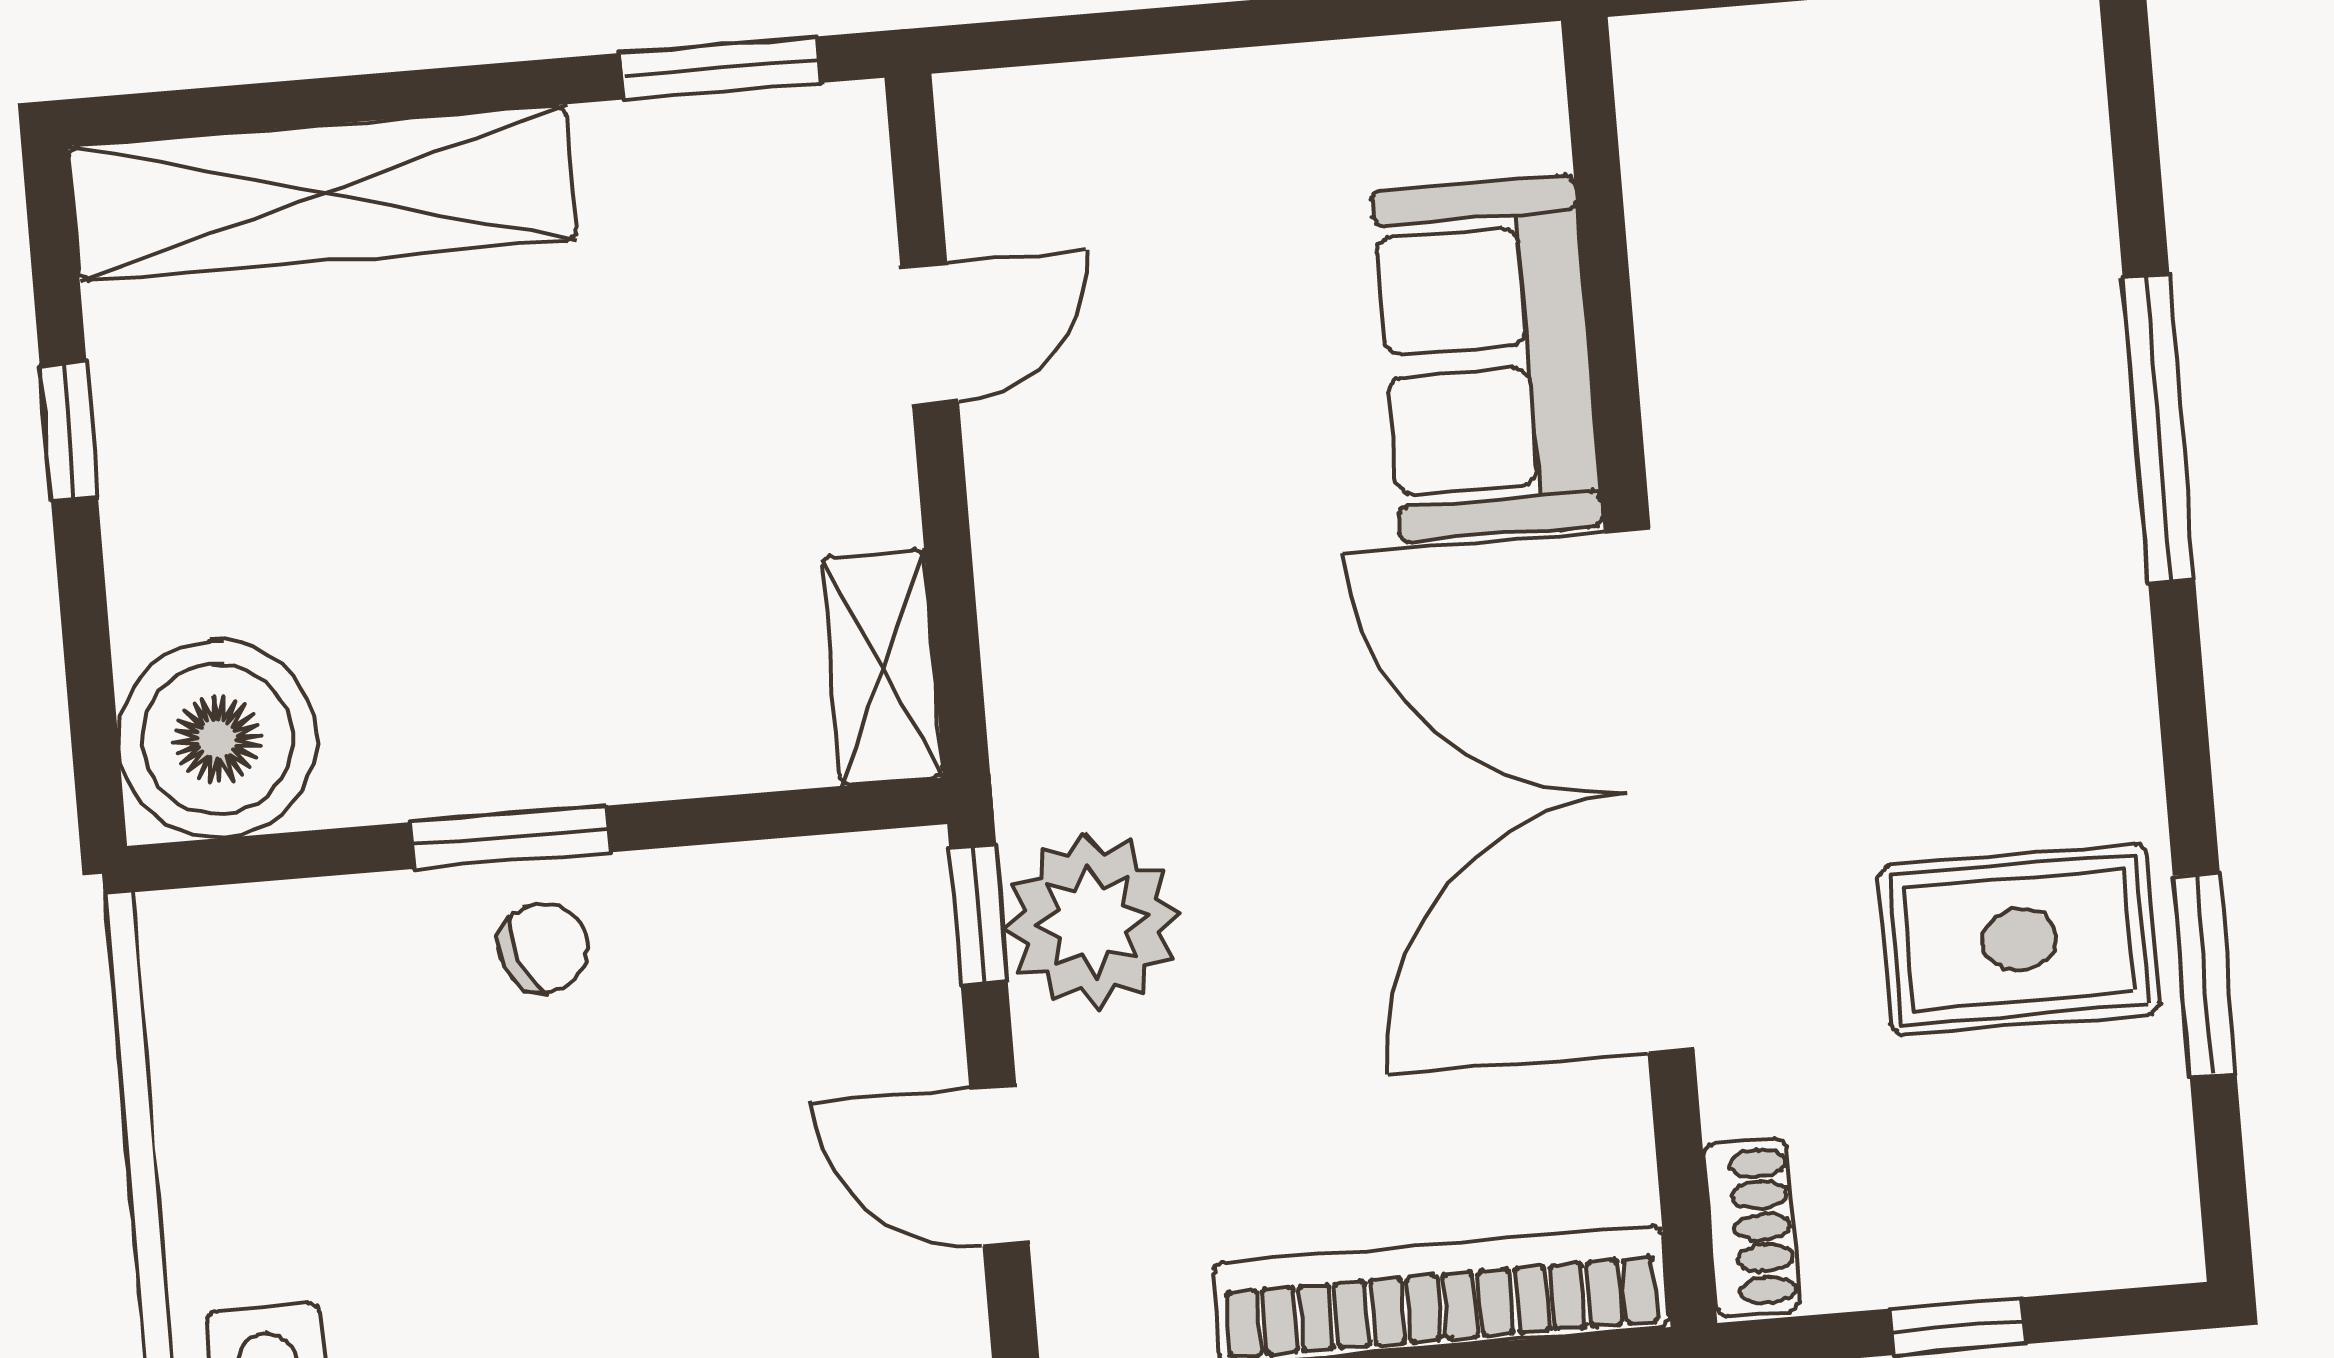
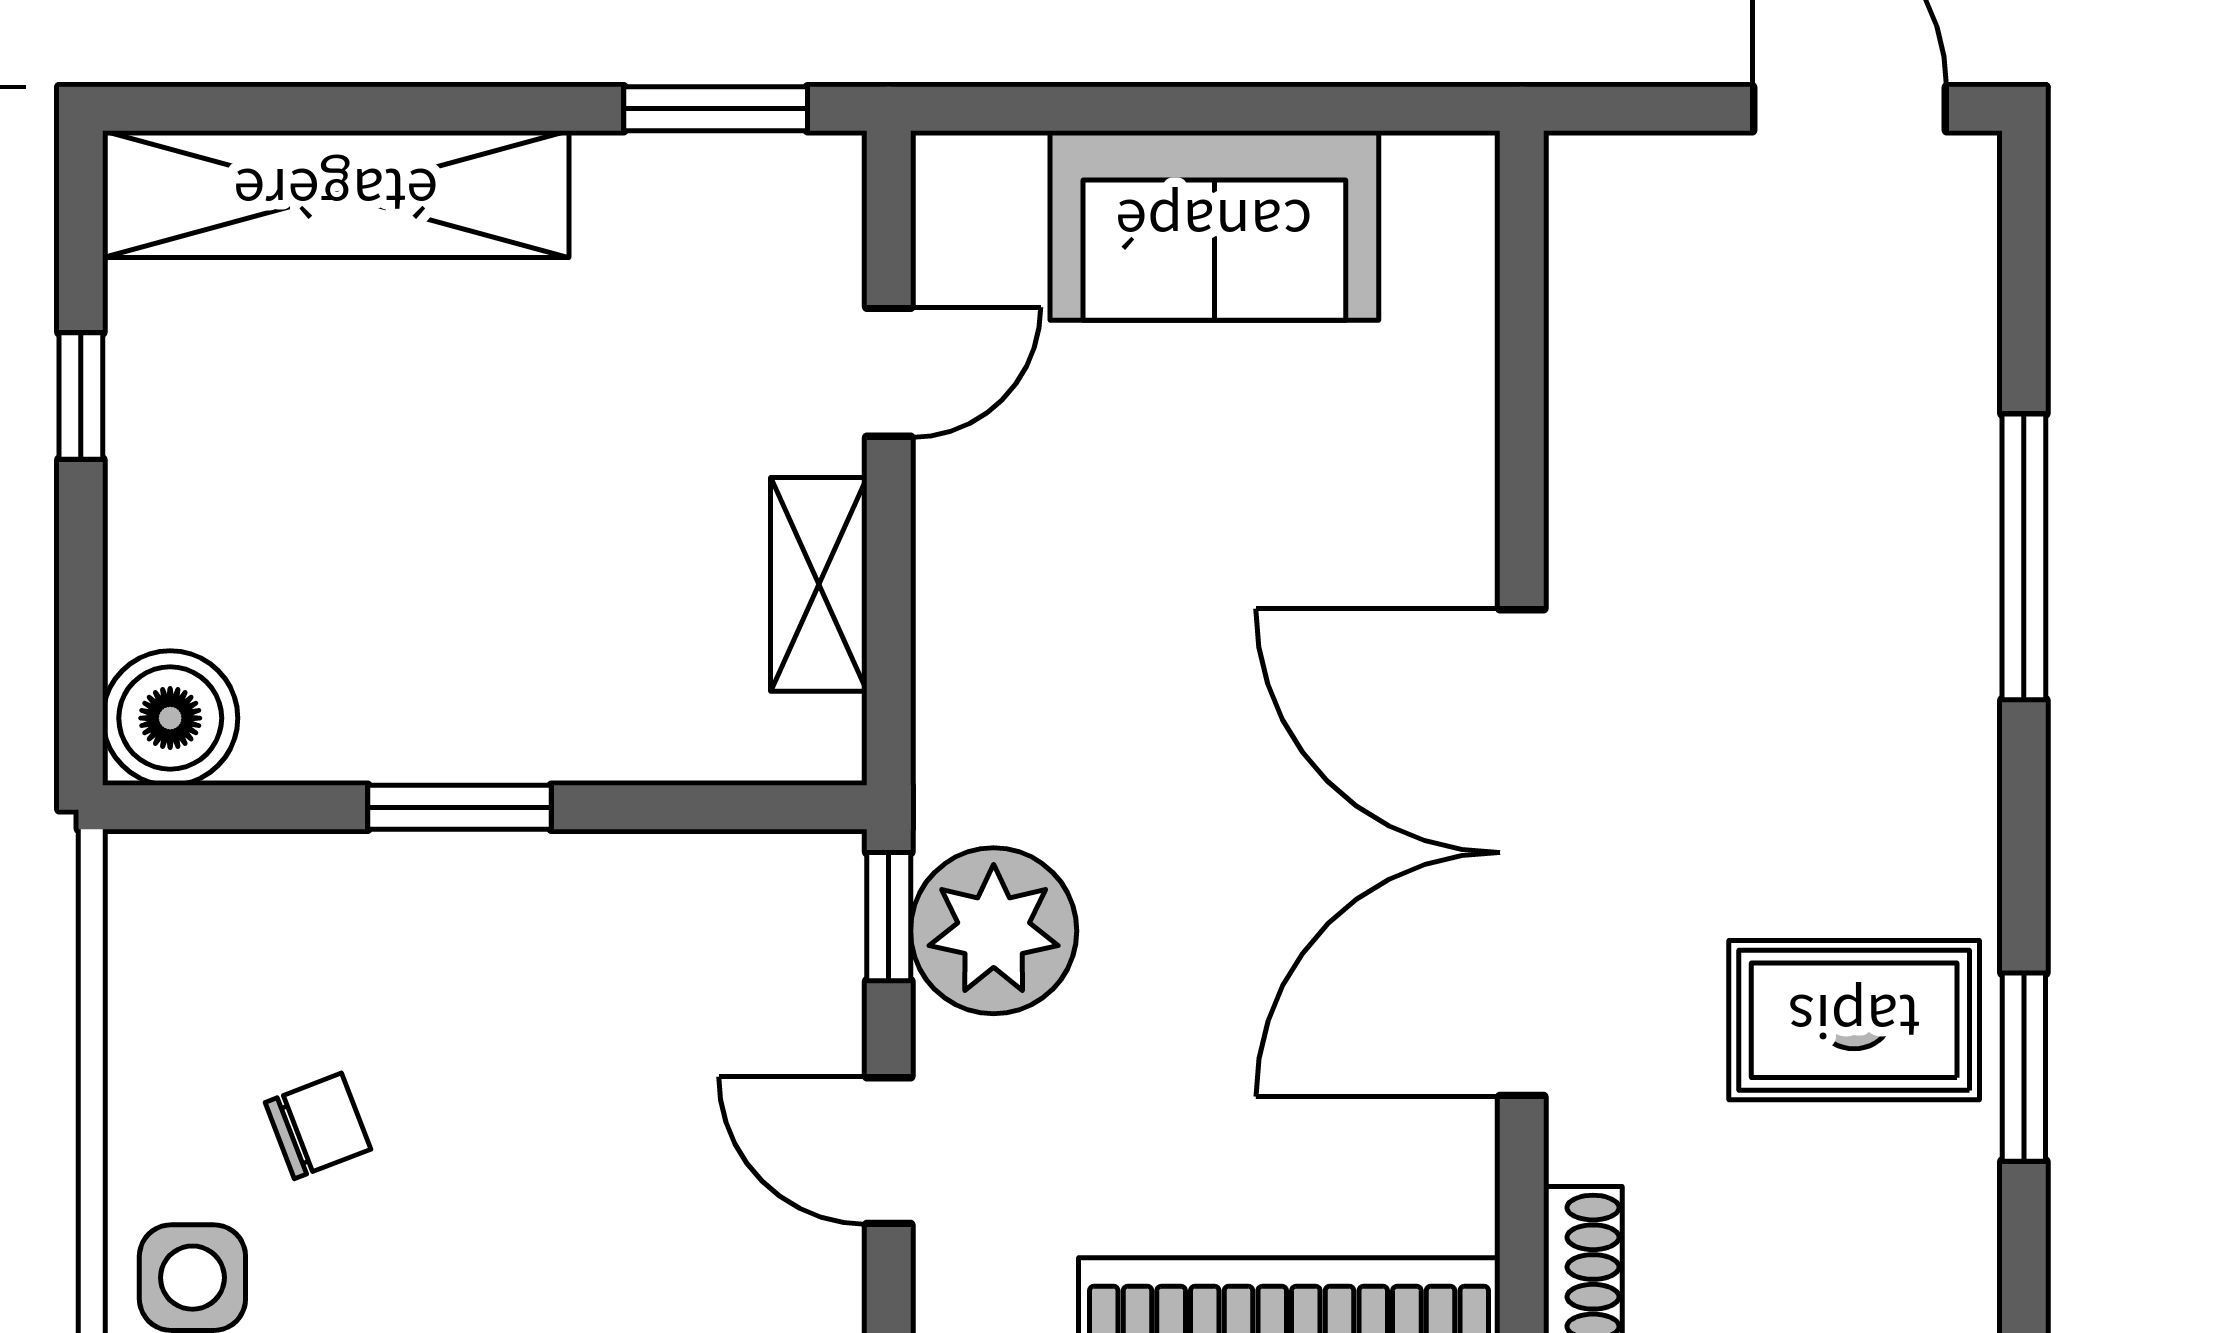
sofa: (1487, 359) -> (1214, 225), moved, turned -90
shelving: (882, 667) -> (819, 584), moved
boiler: (217, 739) -> (170, 718), width x0.73, depth x0.73
chair: (544, 947) -> (318, 1126), moved

